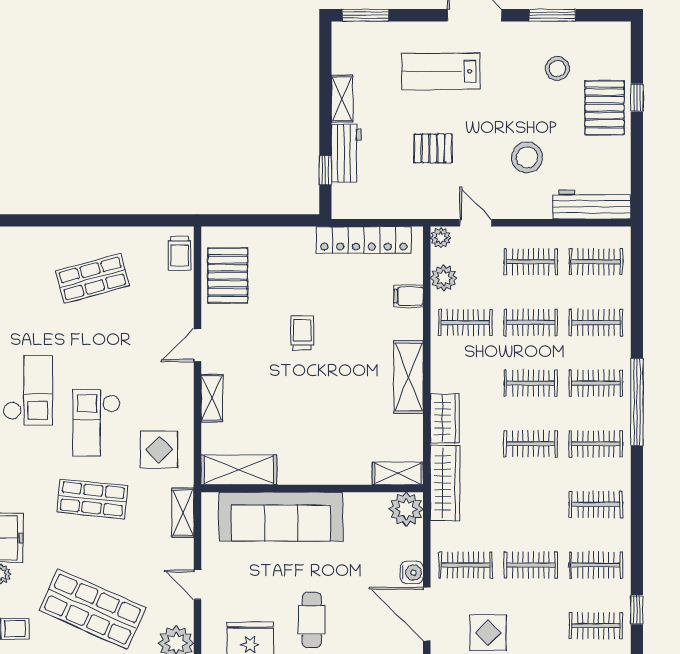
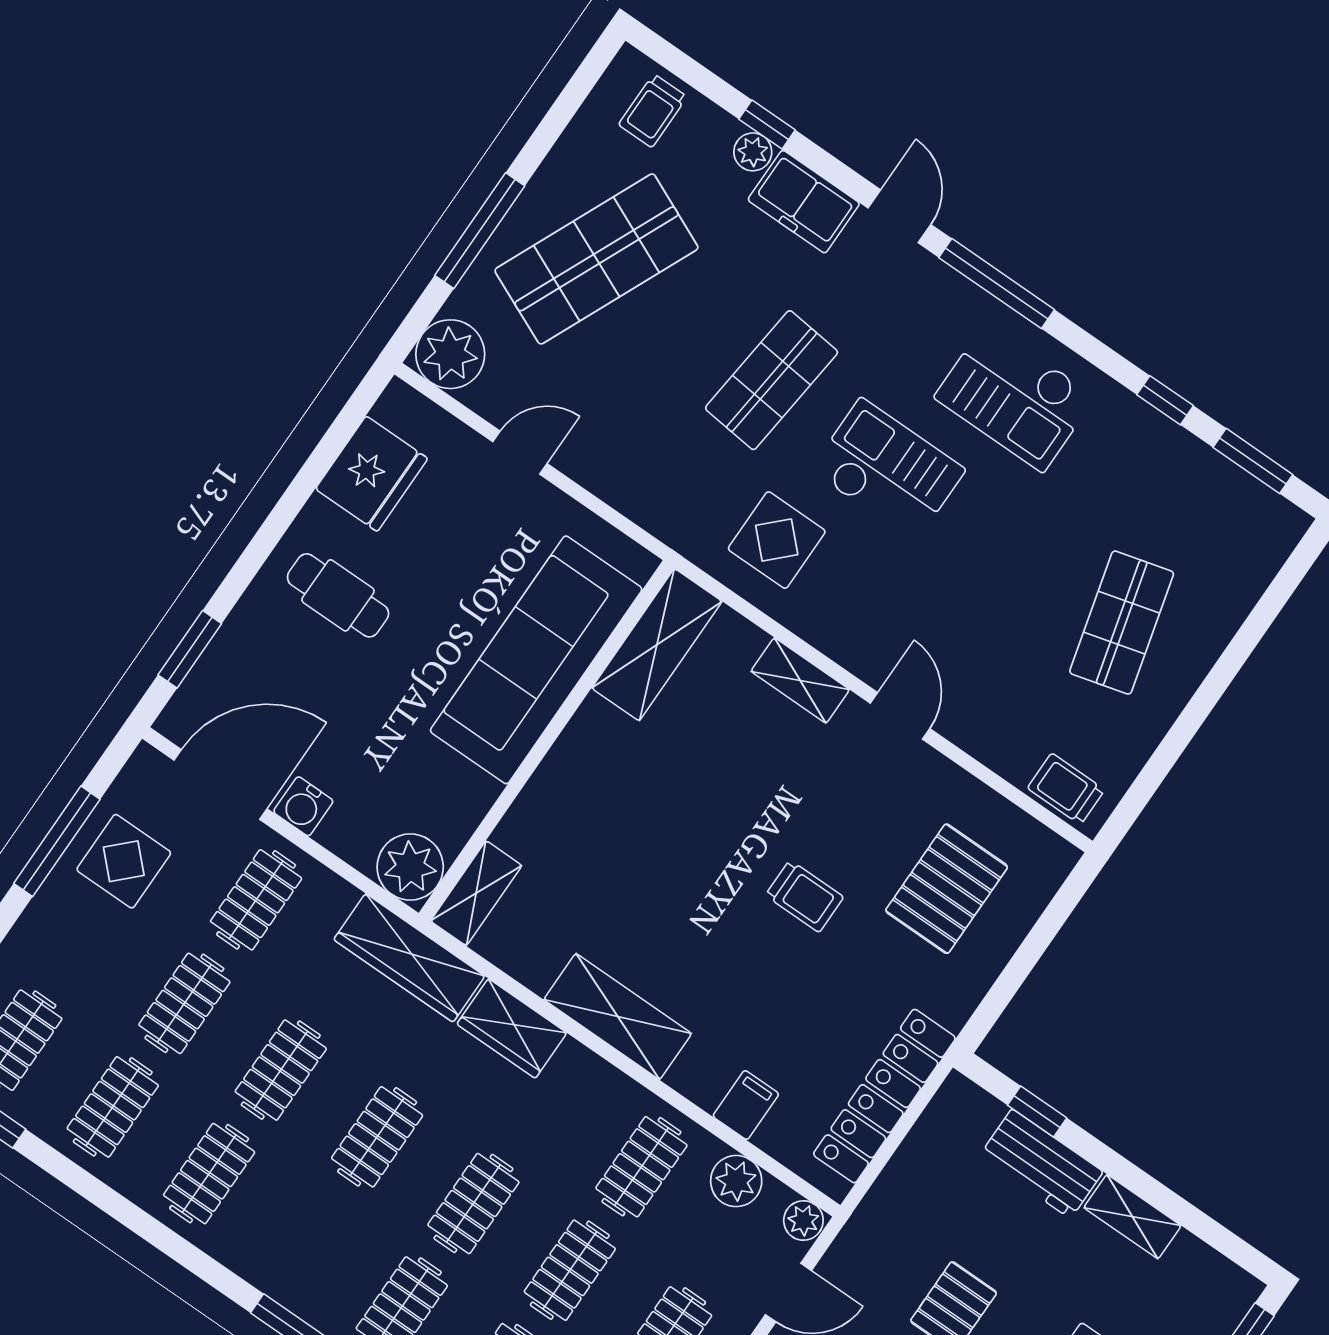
pallet: (228, 276) -> (947, 889), moved, turned 90
clothes rail: (596, 444) -> (281, 1070), moved
shelving: (183, 513) -> (650, 509), removed

